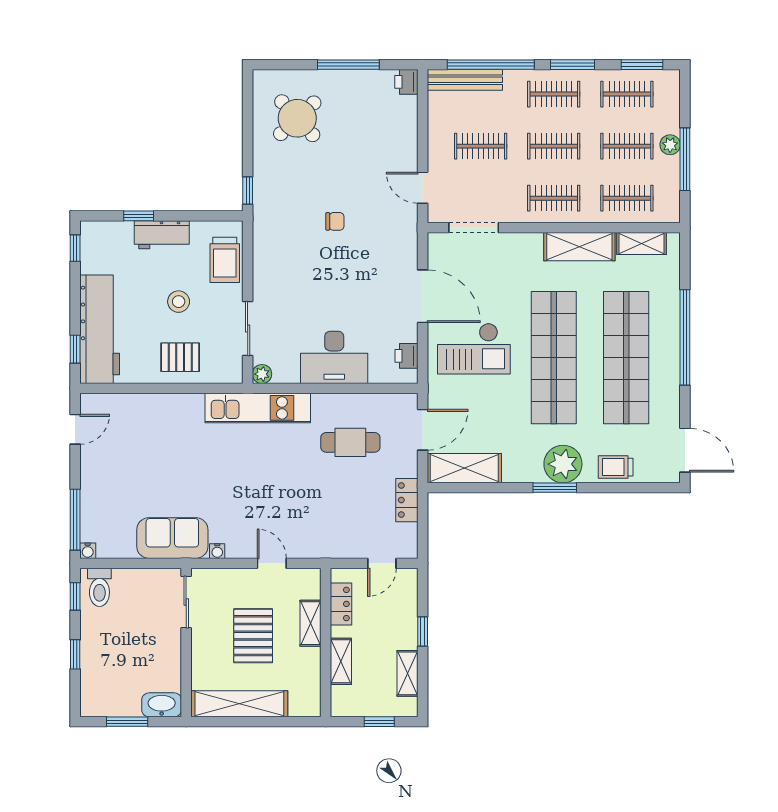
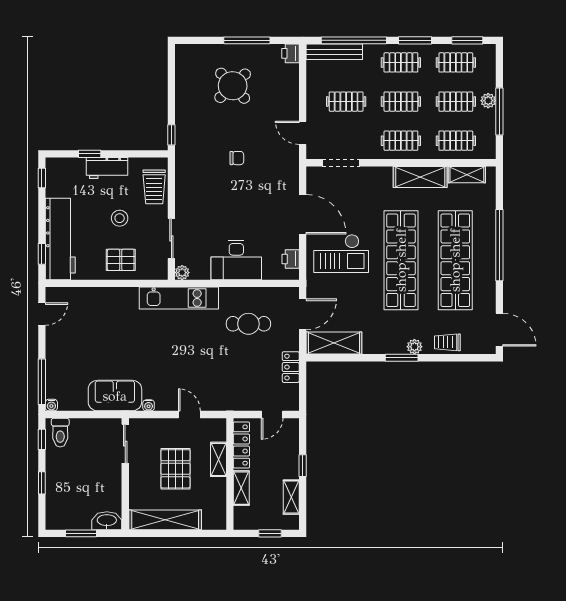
round table: (297, 118) -> (233, 86), moved
plant: (563, 464) -> (414, 347), width x0.53, depth x0.53
locker: (341, 604) -> (241, 445), width x1.53

